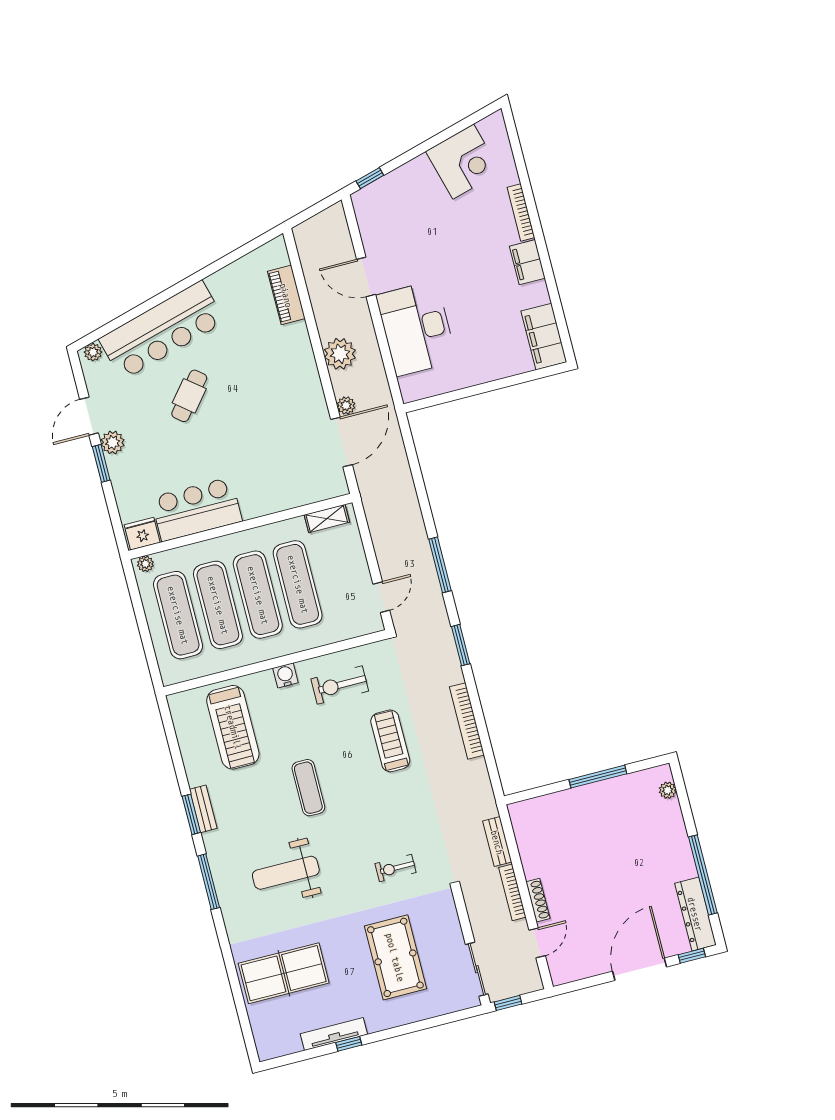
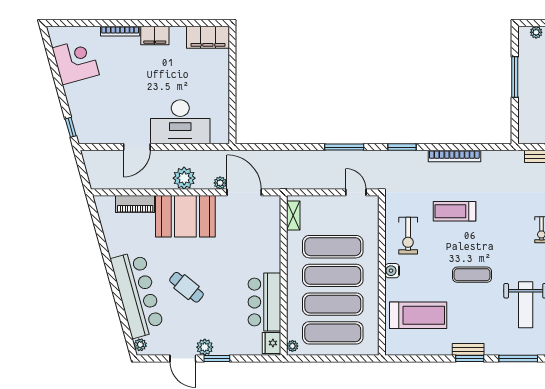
booth: (287, 369) -> (185, 216), added

